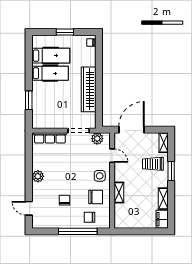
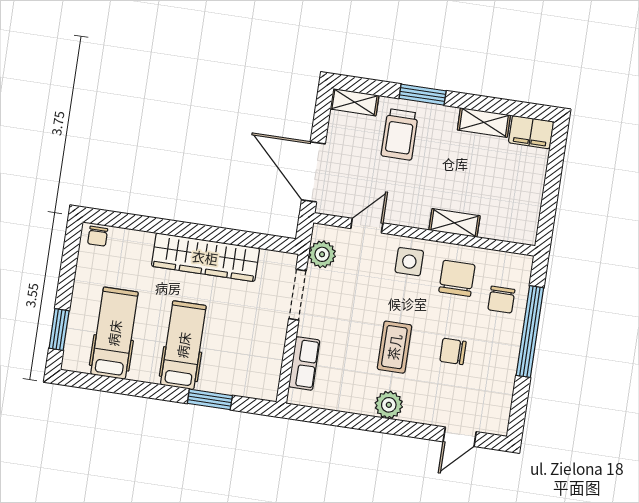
window: (65, 32) -> (59, 329), moved
hospital bed: (50, 73) -> (183, 345), moved
row of seats: (50, 138) -> (304, 363), width x0.68
coffee table: (63, 175) -> (394, 347), added

